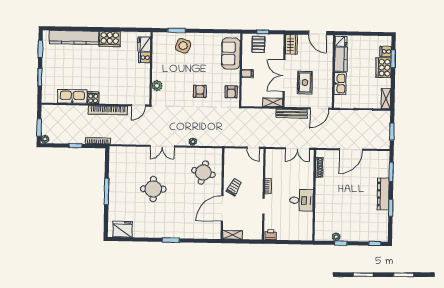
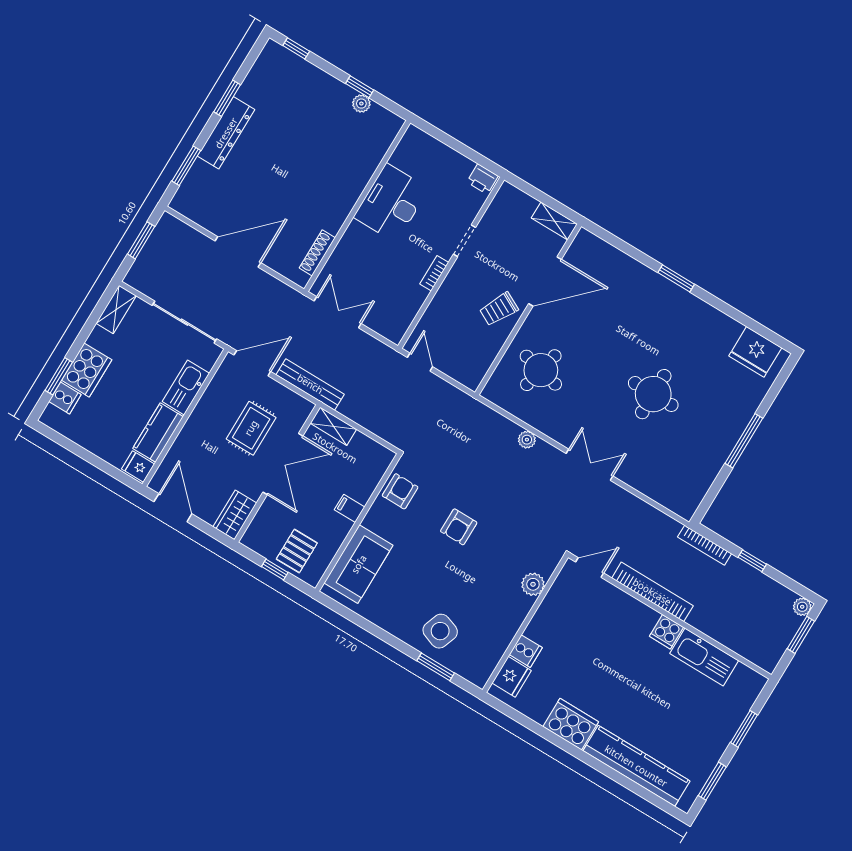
desk: (301, 200) -> (391, 203), width x1.37

